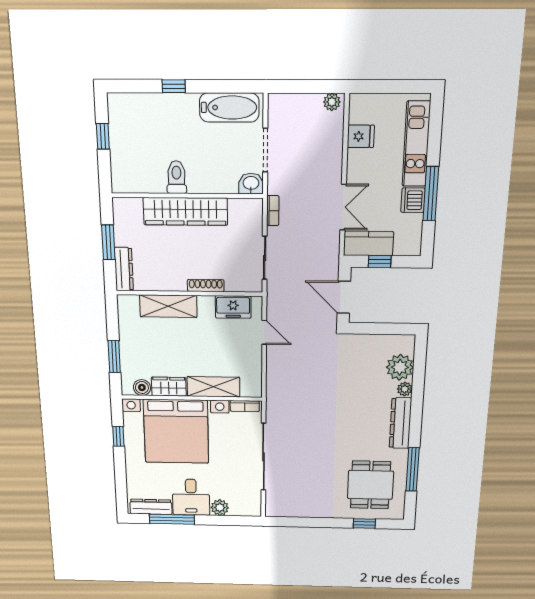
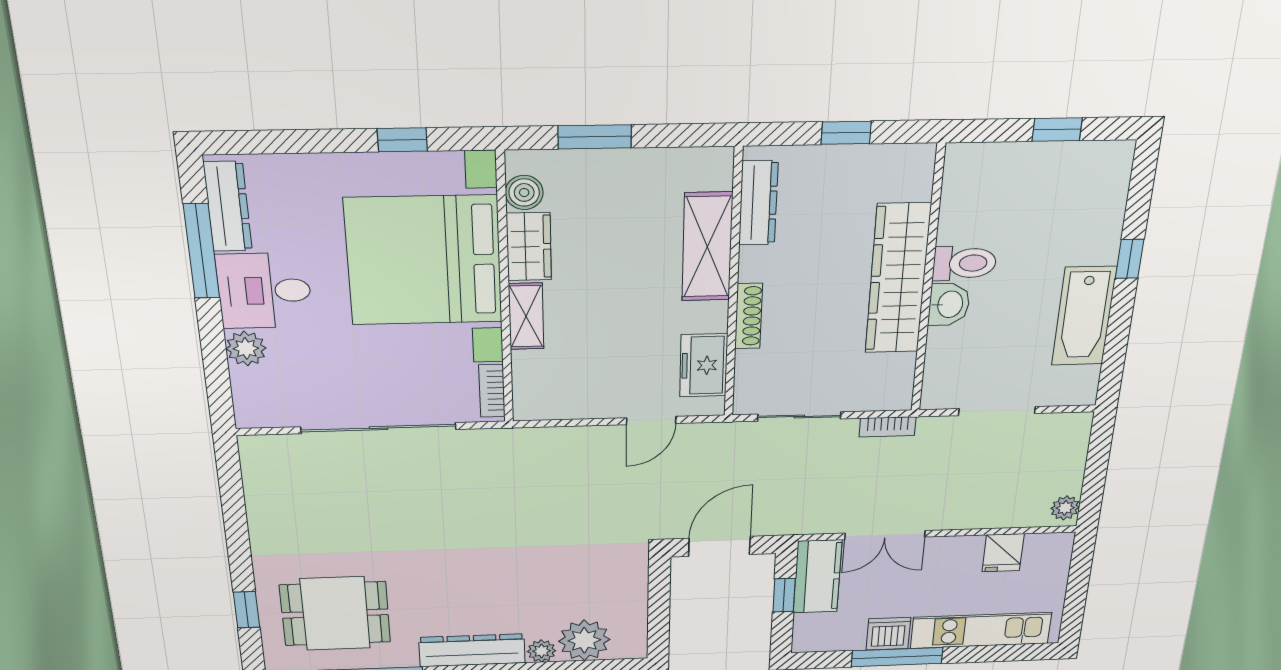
bathtub: (229, 108) -> (1084, 316), moved
washbasin: (251, 184) -> (949, 304), moved
window: (108, 242) -> (846, 133), width x0.67
dresser: (124, 269) -> (758, 203), moved, turned -90
shelving: (213, 387) -> (526, 316), width x0.67, depth x0.75

